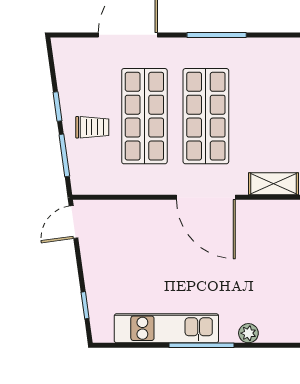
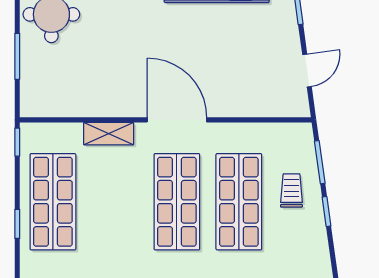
trolley: (92, 127) -> (291, 191), turned 90
door: (74, 222) -> (307, 71), moved

